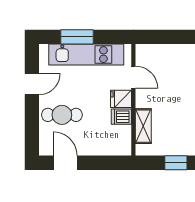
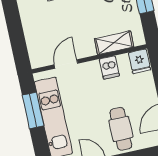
window: (77, 37) -> (33, 110), moved
fridge: (121, 99) -> (140, 61), moved

